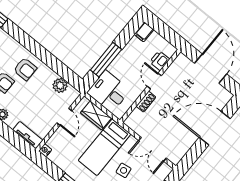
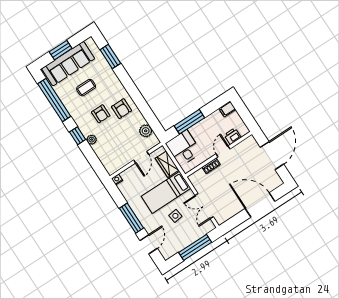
tv unit: (28, 135) -> (107, 163), removed

